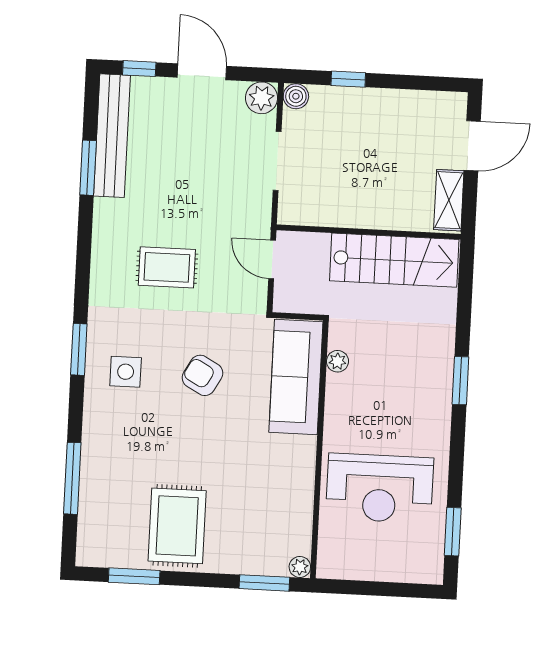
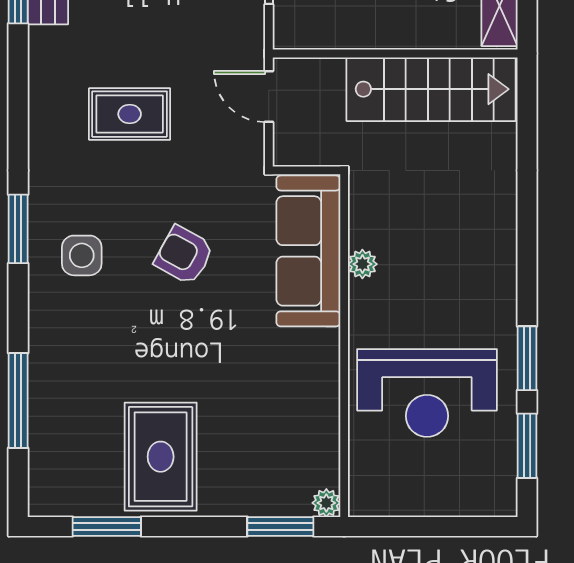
plant: (338, 361) -> (362, 264), moved
window: (460, 381) -> (527, 358), moved

